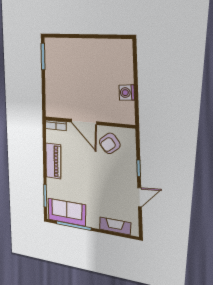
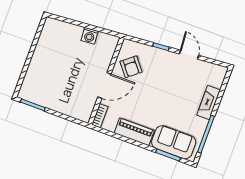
sofa: (67, 212) -> (174, 142), moved, turned 90
fireplace: (115, 226) -> (209, 103), moved

